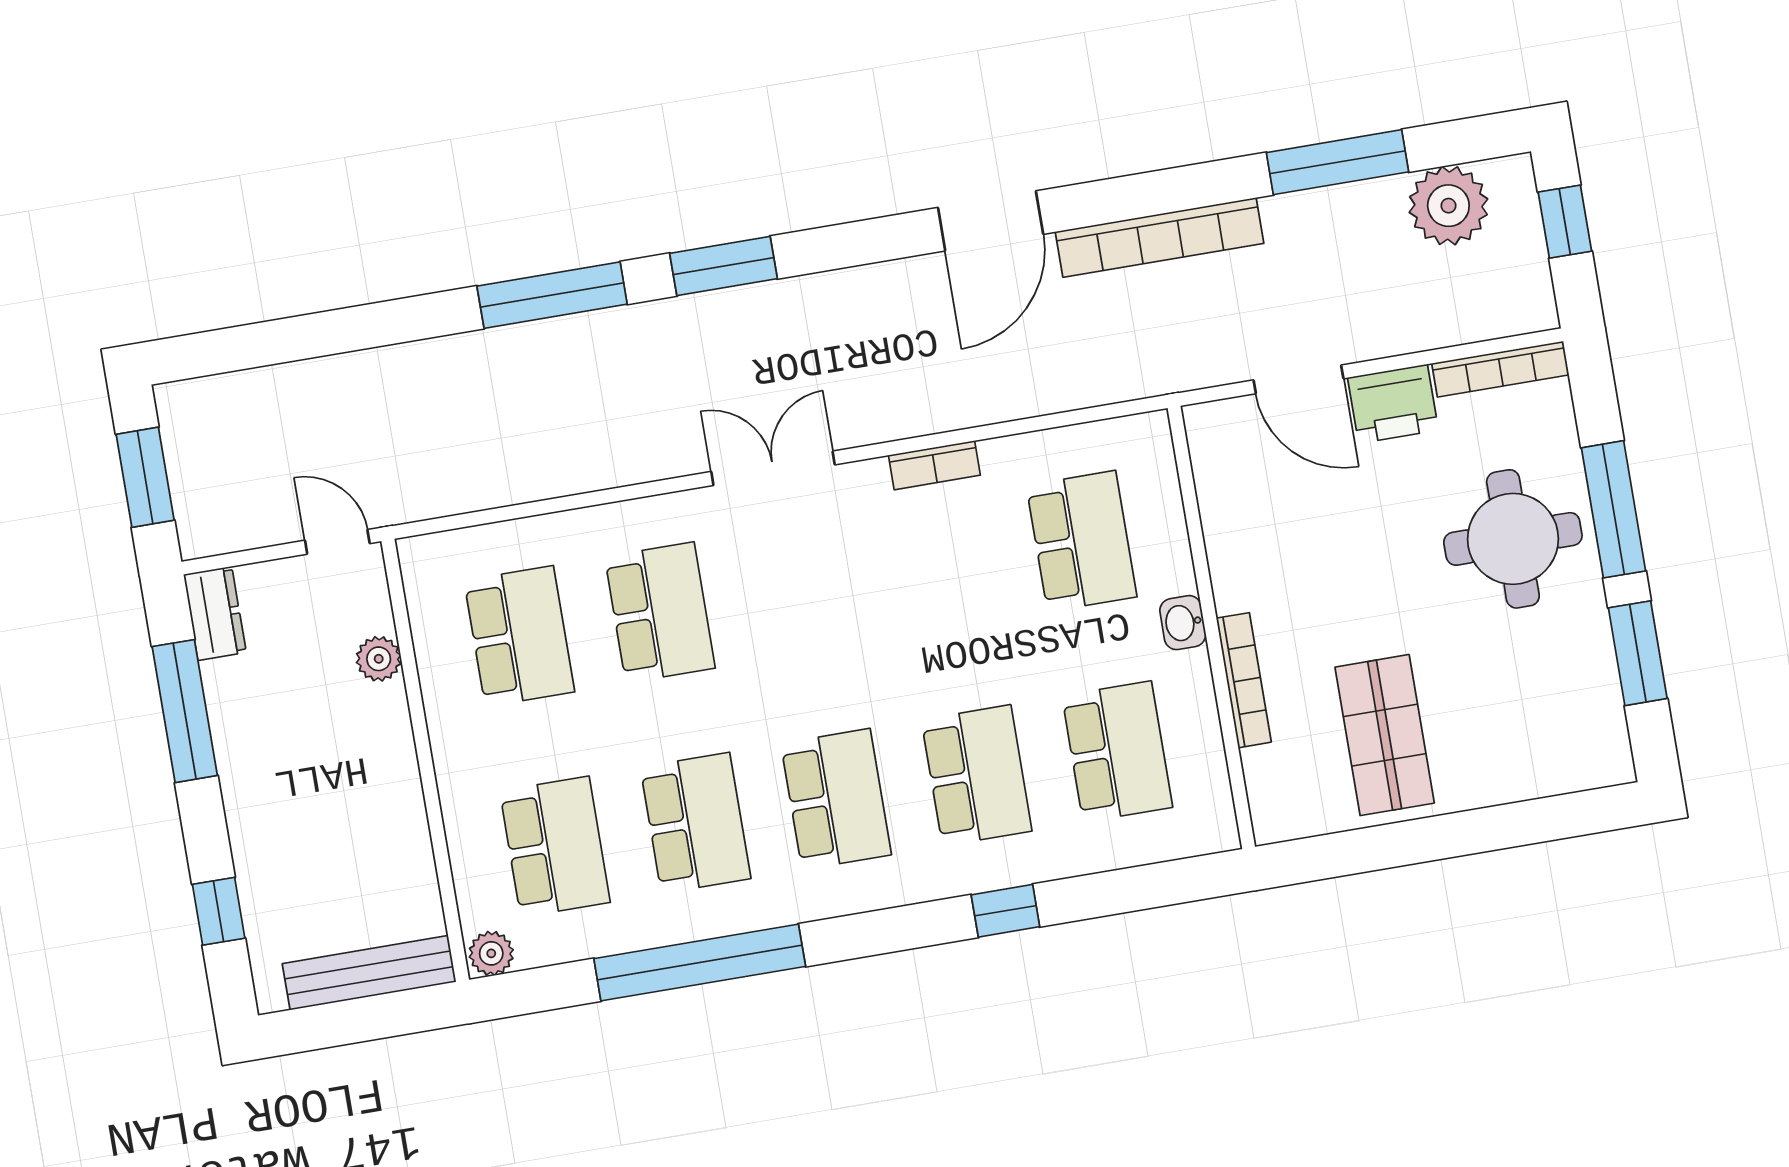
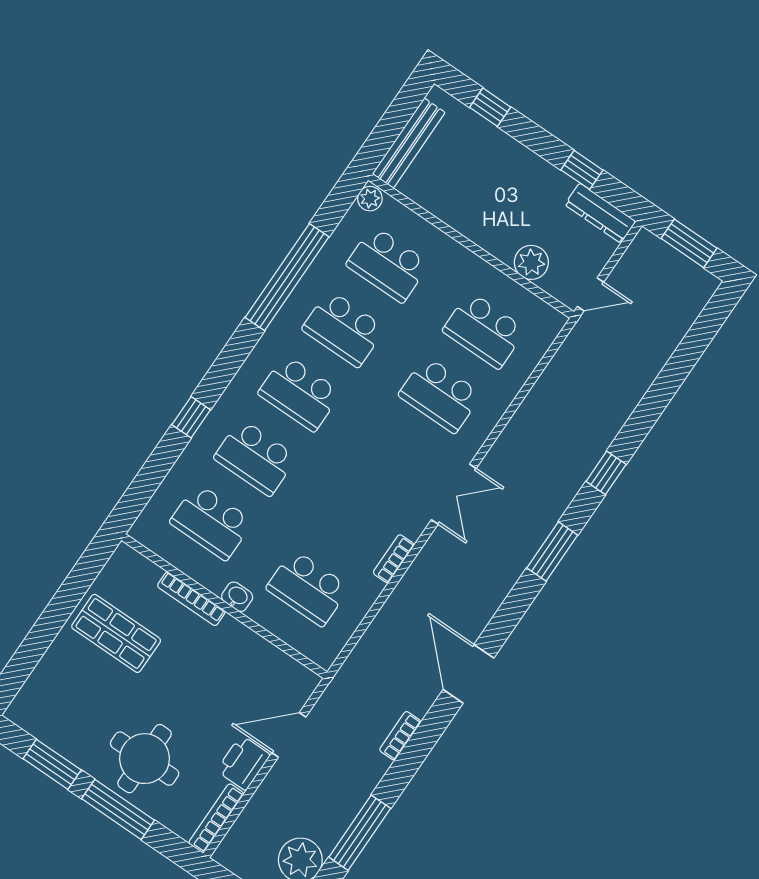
bookcase: (1159, 238) -> (400, 736), width x0.43, depth x0.76
window: (552, 295) -> (606, 473), width x0.46
dresser: (215, 613) -> (600, 213), width x1.44
plant: (379, 659) -> (531, 262), width x1.38, depth x1.38
window: (185, 711) -> (582, 170), width x0.46

